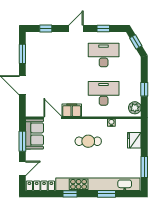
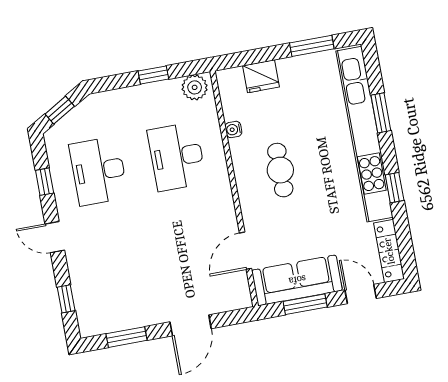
filing cabinet: (72, 110) -> (223, 215), removed
sofa: (34, 134) -> (297, 280), width x1.36

